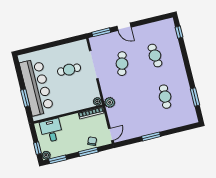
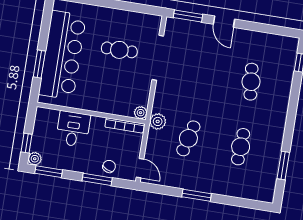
cafe table: (122, 64) -> (188, 138), moved
desk: (51, 131) -> (73, 129), moved
door: (111, 134) -> (140, 168), hinge flipped

